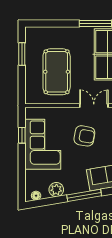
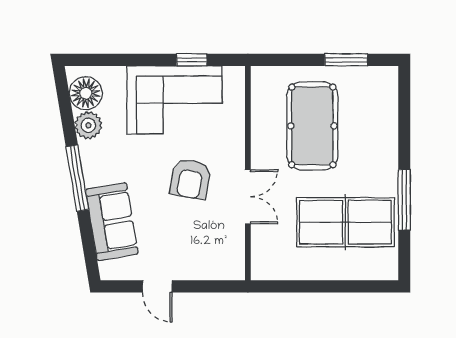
pool table: (57, 72) -> (312, 126), turned 90
floor lamp: (36, 196) -> (86, 93), width x1.89, depth x1.89

